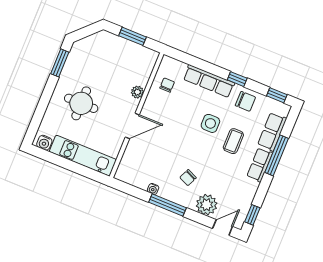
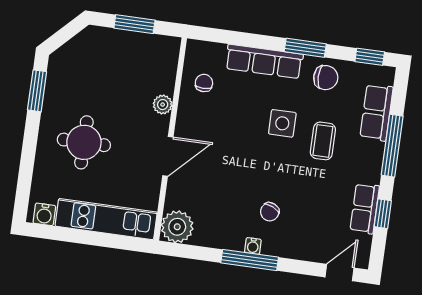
window: (237, 79) -> (305, 48), width x1.50
row of seats: (260, 165) -> (365, 208), moved
water cooler: (153, 189) -> (253, 246), moved
plant: (207, 205) -> (177, 227), moved
window: (252, 215) -> (383, 214), moved

